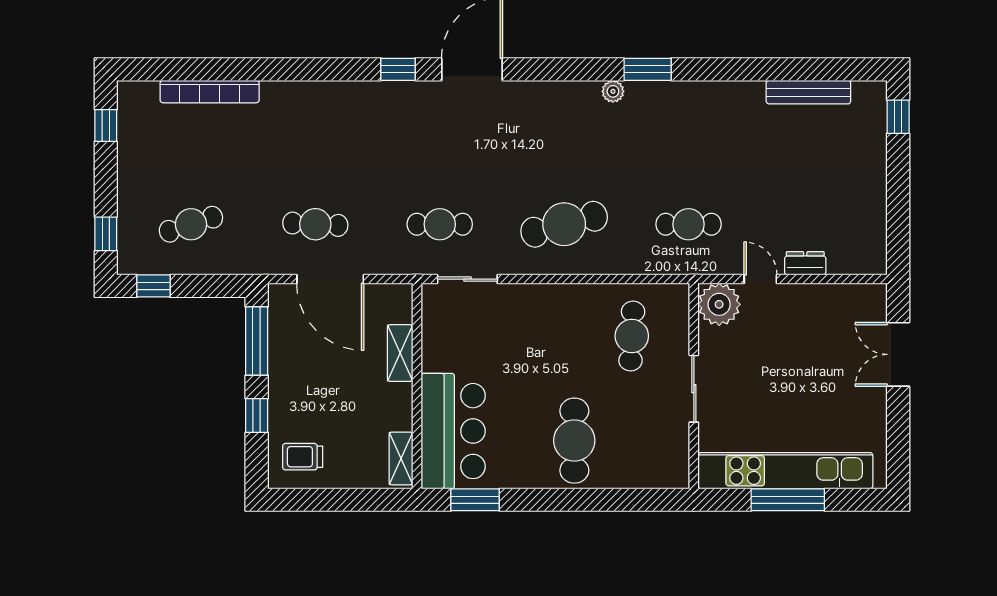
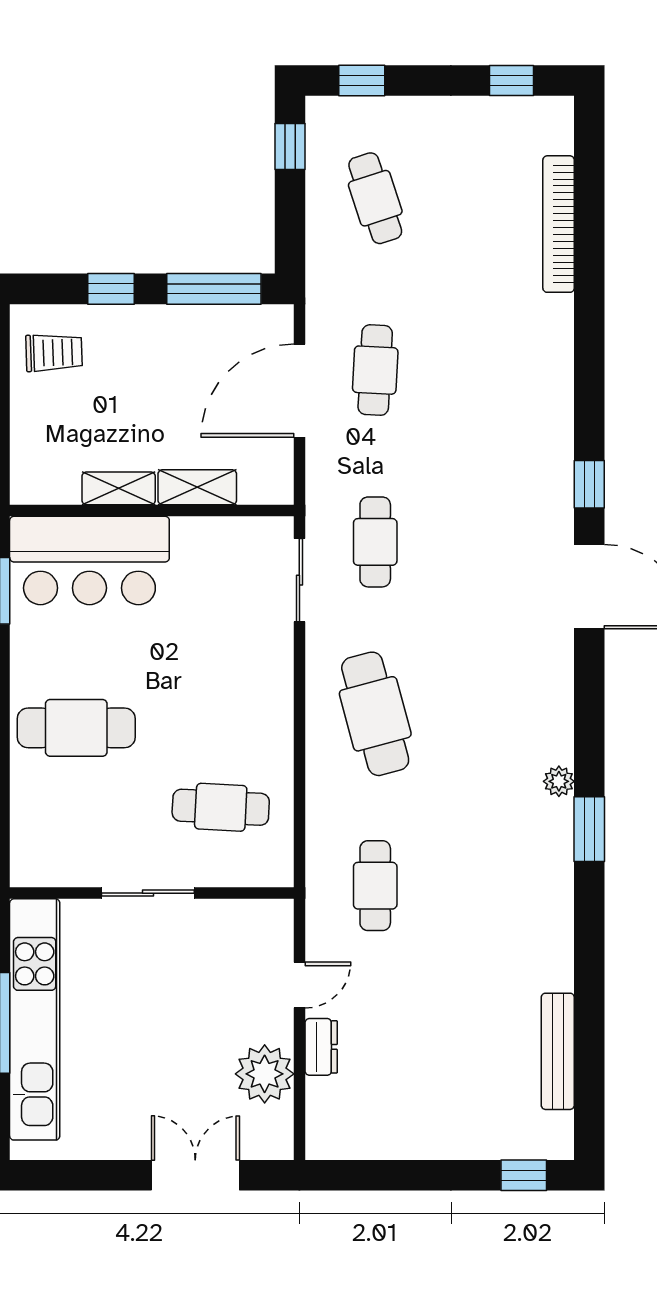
plant: (719, 304) -> (265, 1074), moved
trolley: (303, 457) -> (54, 353), turned 88
shelving: (401, 458) -> (119, 488), moved

